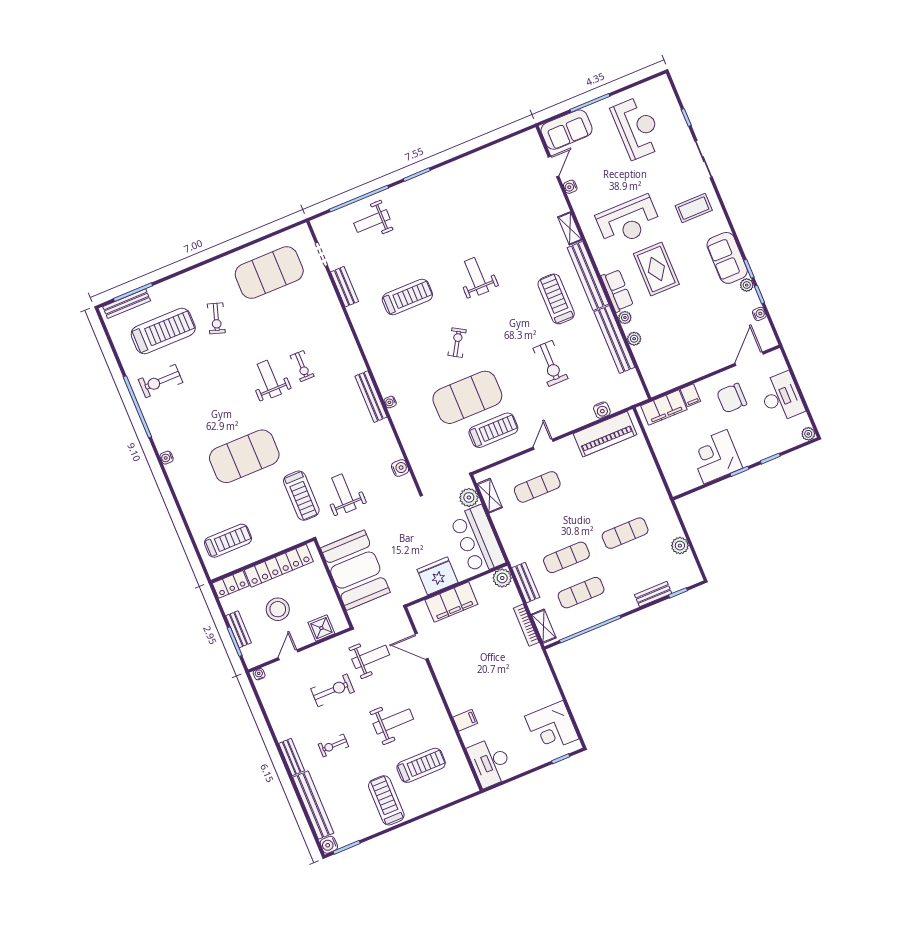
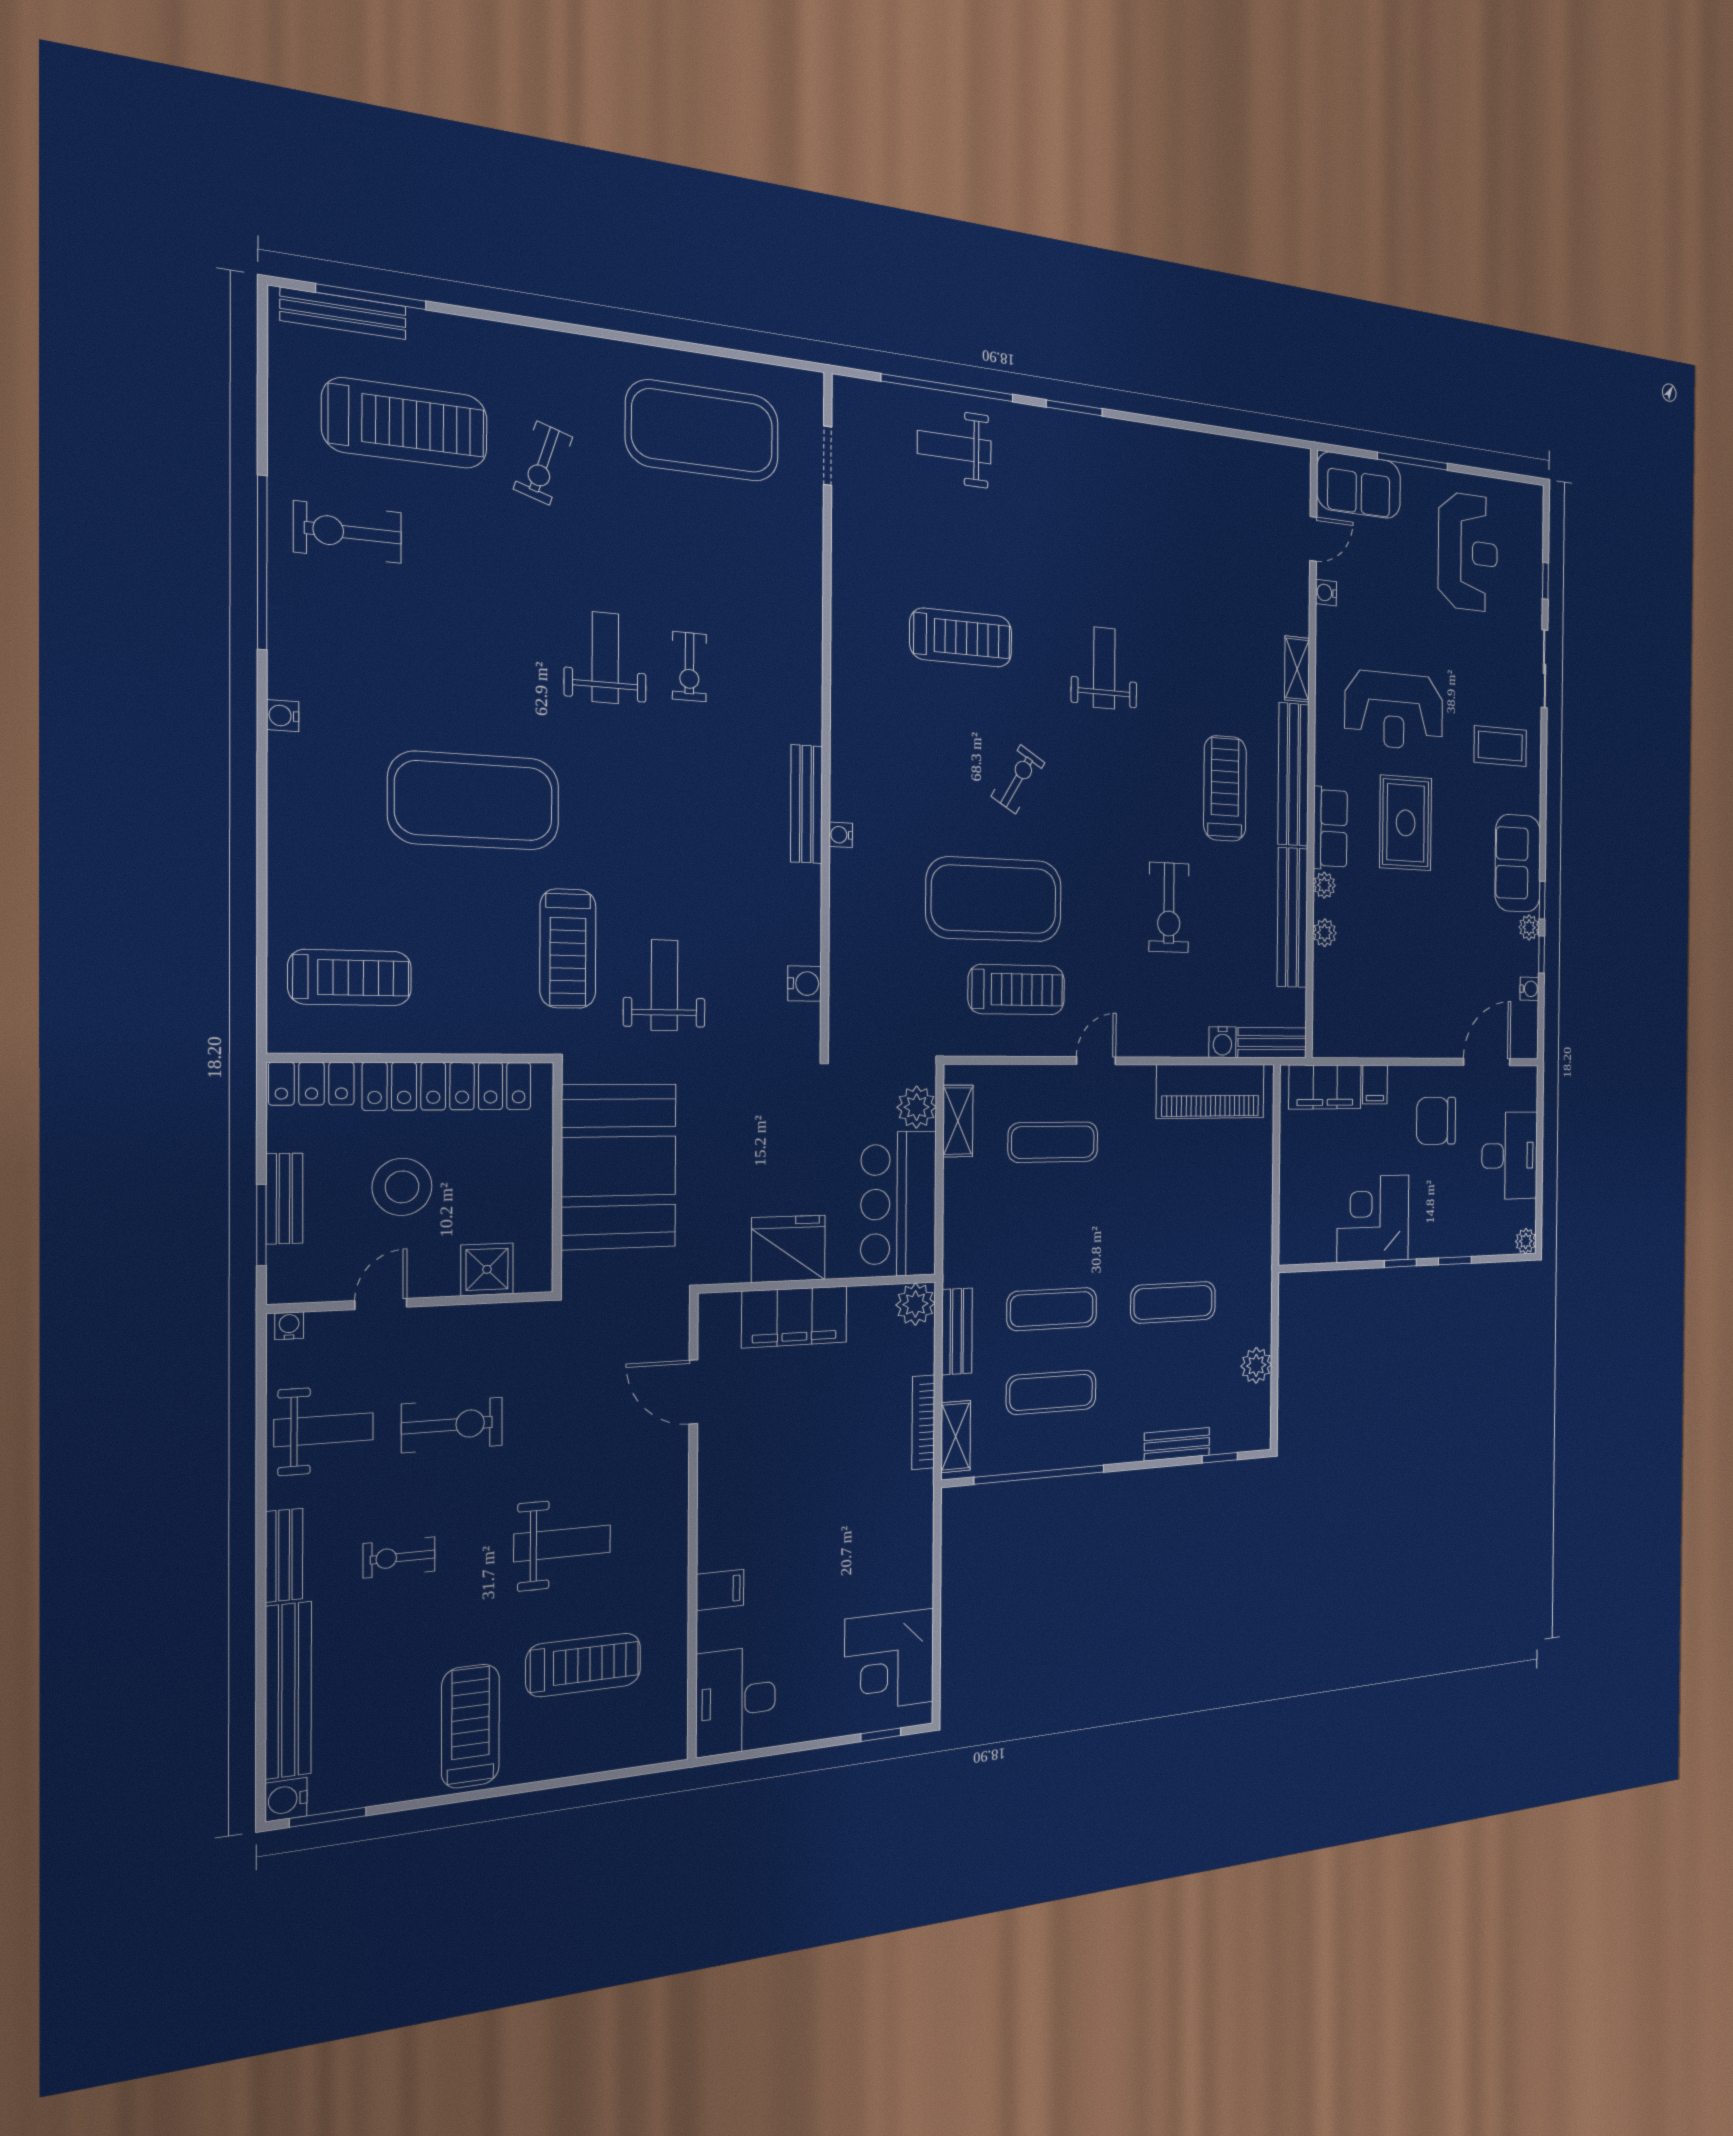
bench: (345, 287) -> (1272, 1043), moved, turned 90
weight bench: (371, 657) -> (324, 1430), moved

